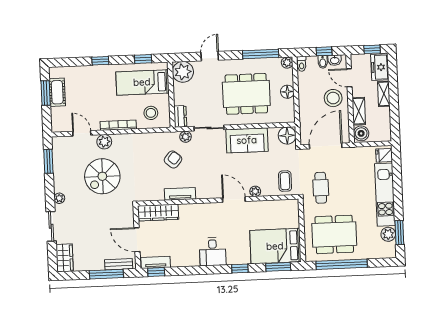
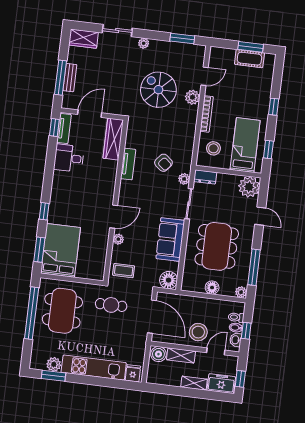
toilet: (302, 64) -> (236, 317), moved
desk: (213, 252) -> (69, 158), moved
bench: (119, 264) -> (70, 78), moved

